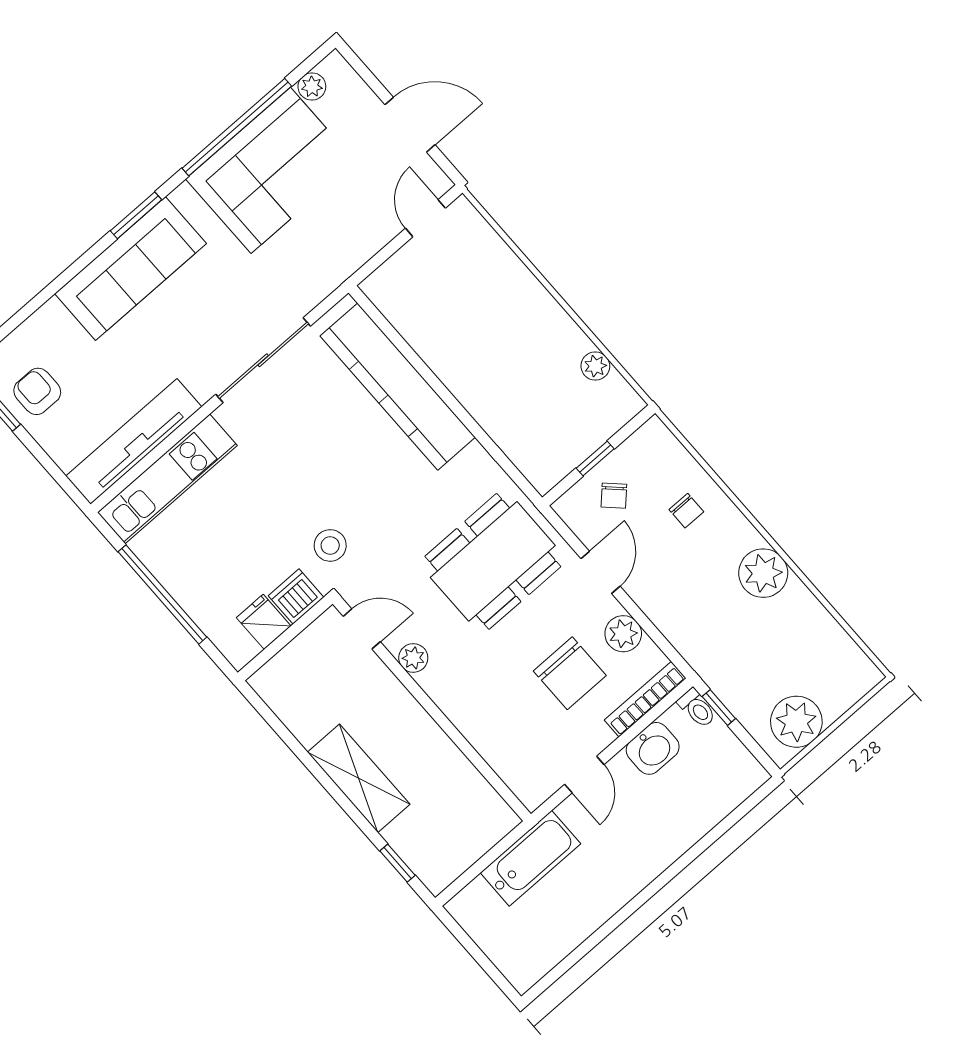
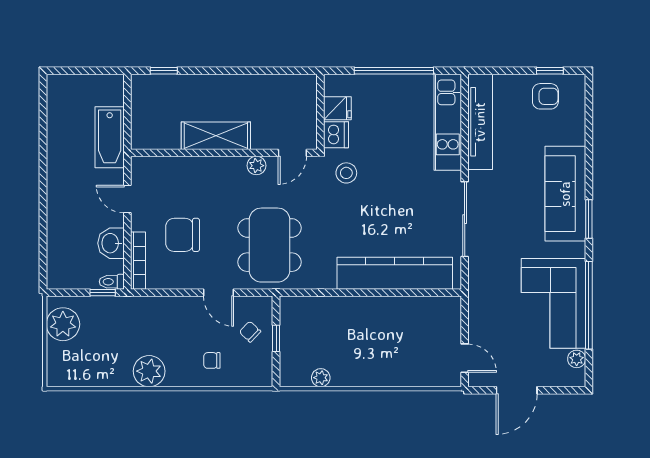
plant: (623, 634) -> (179, 278), removed
shelving: (359, 778) -> (216, 136), moved

